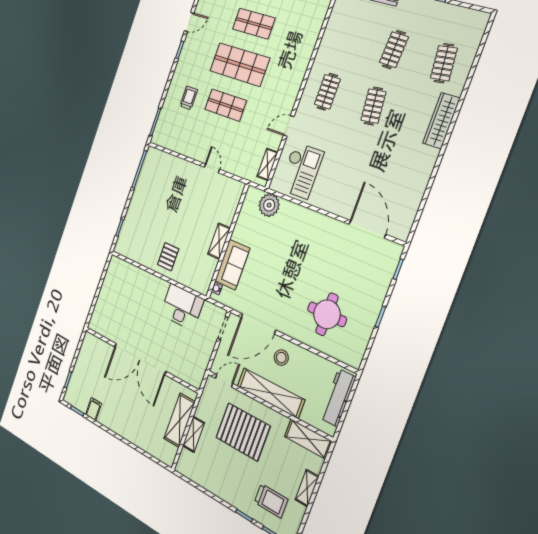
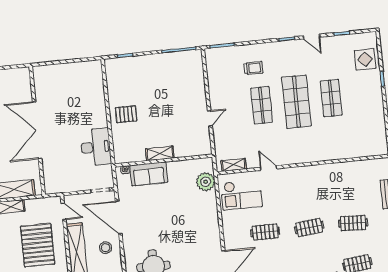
clothes rail: (327, 92) -> (265, 232), moved

